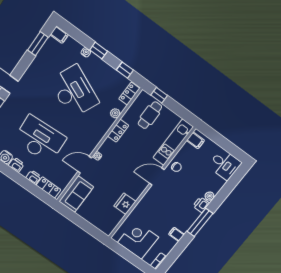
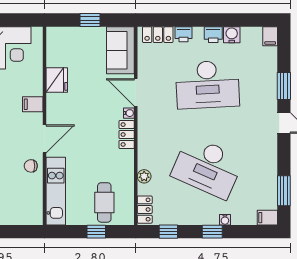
window: (159, 95) -> (96, 232), moved
locker: (118, 131) -> (127, 135), moved
filing cabinet: (195, 140) -> (33, 104), moved
door: (85, 165) -> (136, 92), swing flipped
window: (81, 223) -> (90, 20), added

